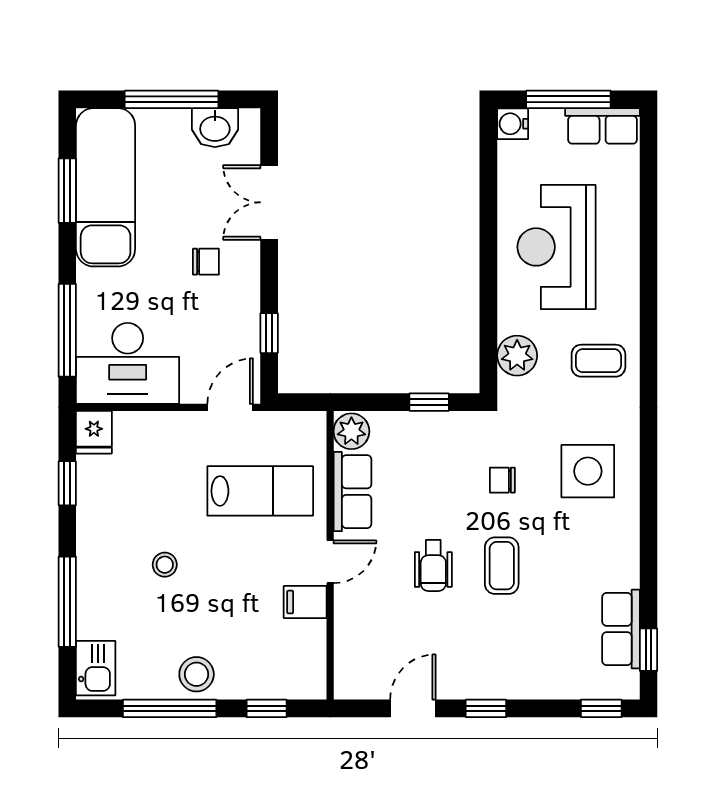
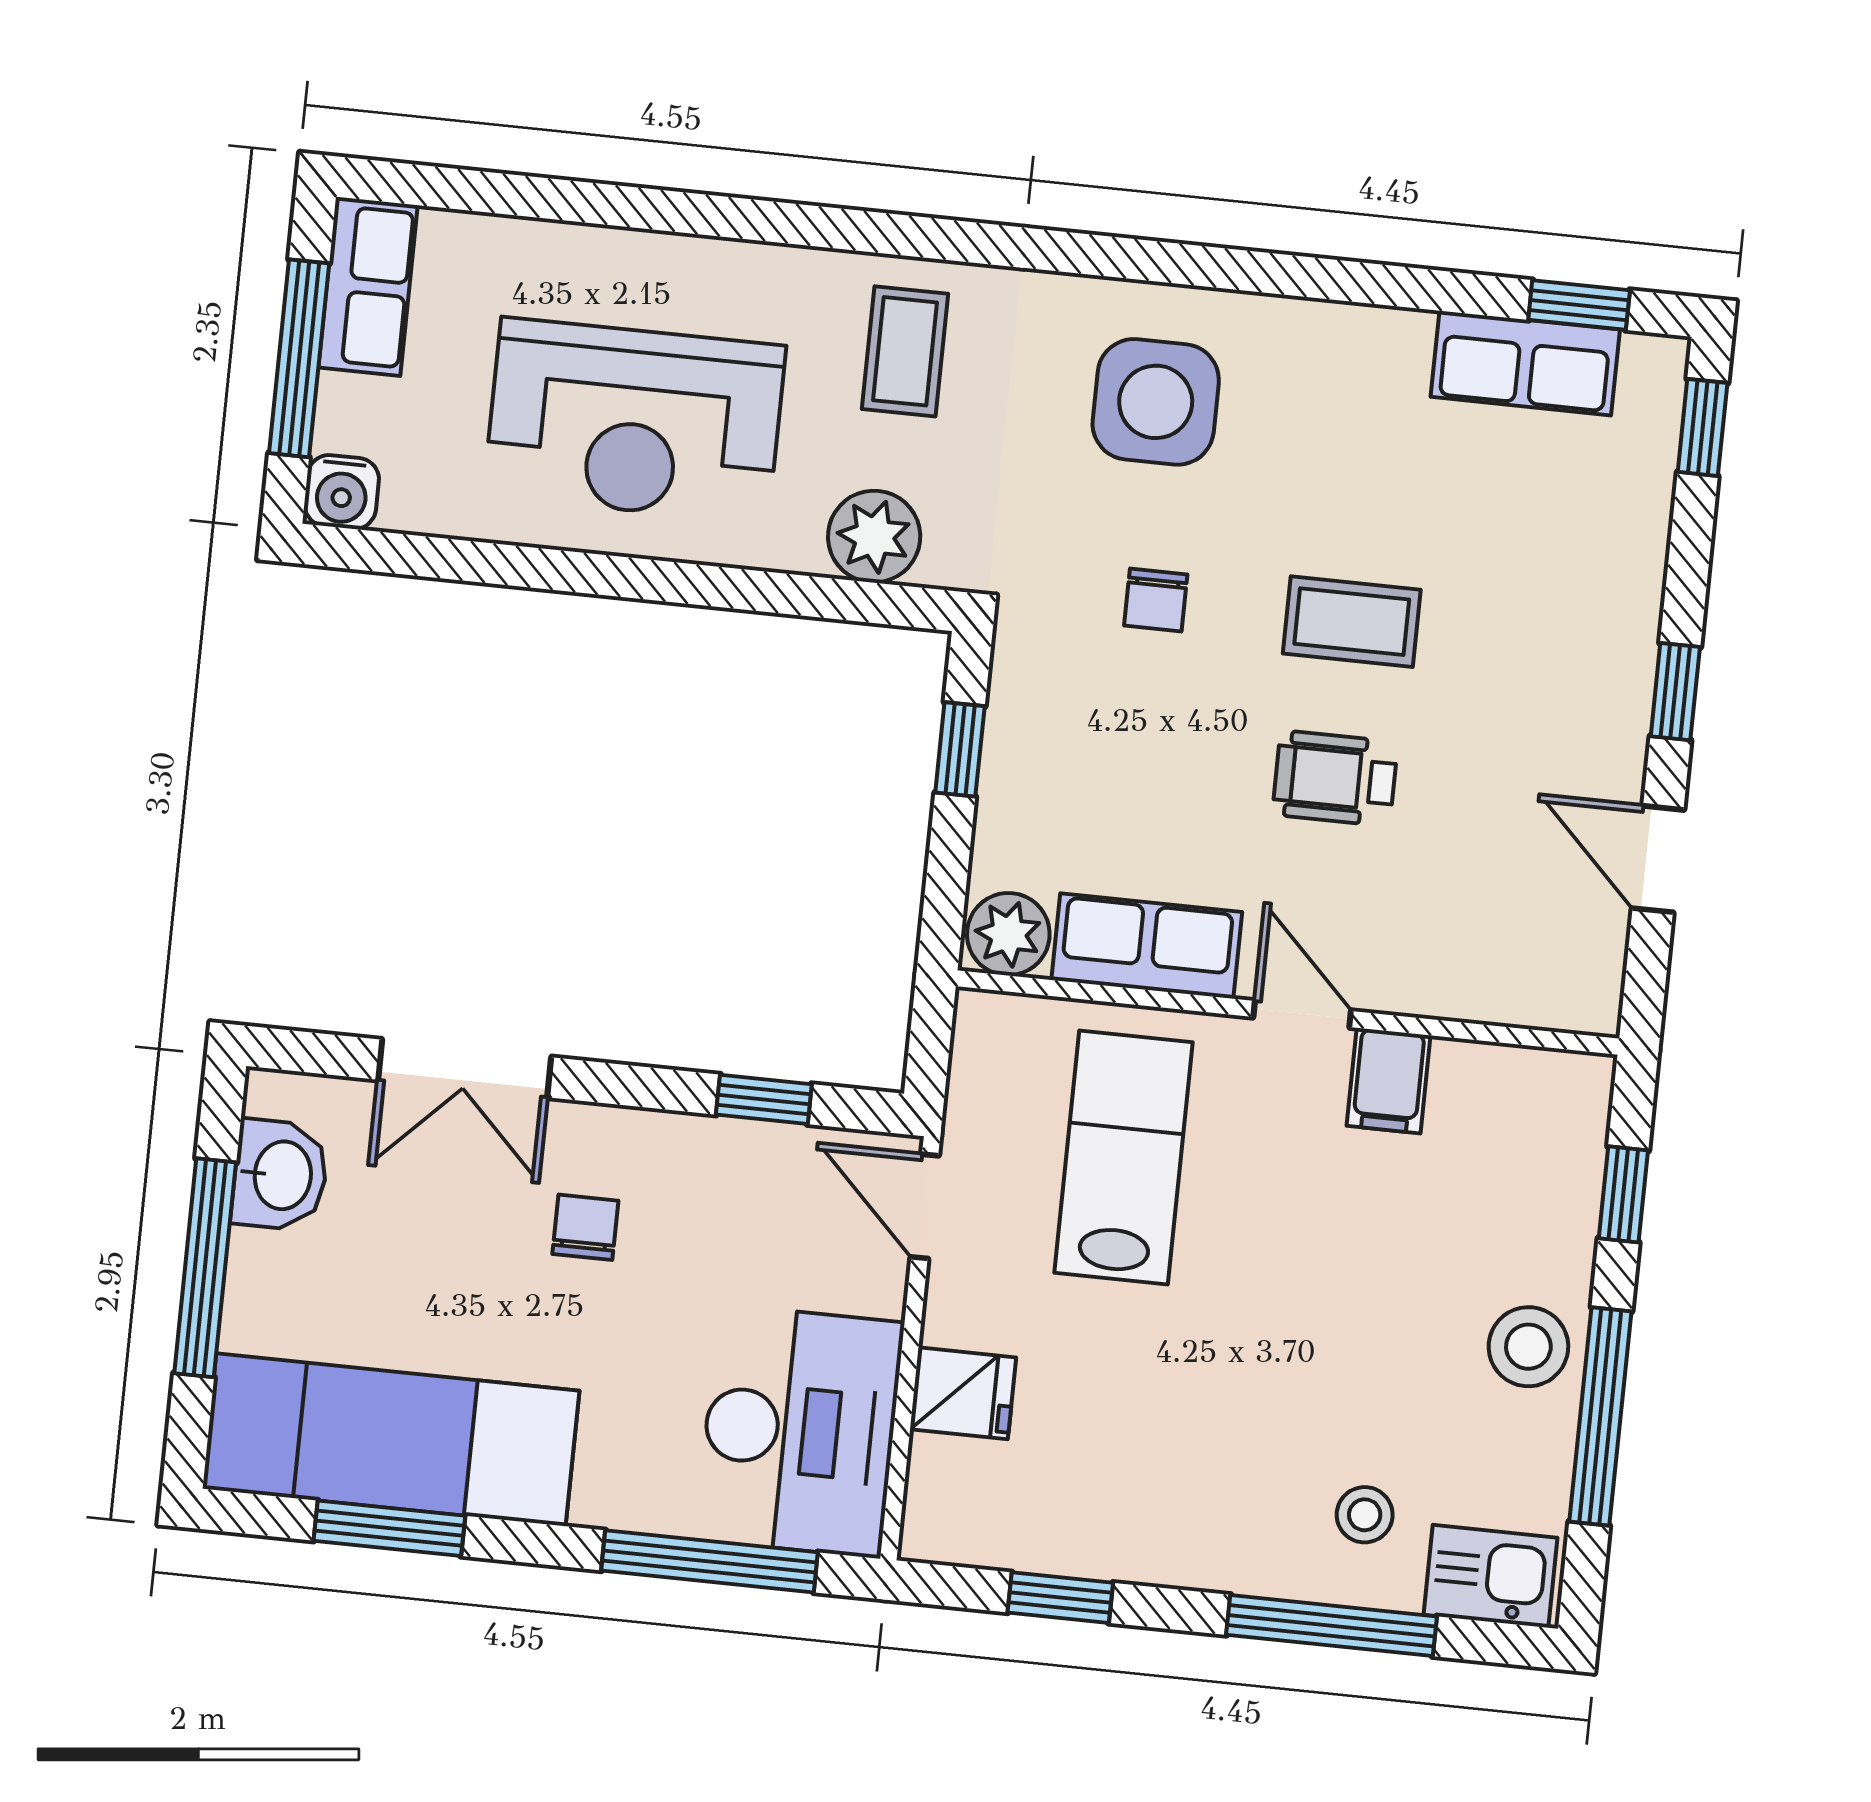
fridge: (94, 432) -> (963, 1393), moved
stool: (165, 565) -> (1365, 1515), moved
wheelchair: (433, 565) -> (1335, 778), turned 180

